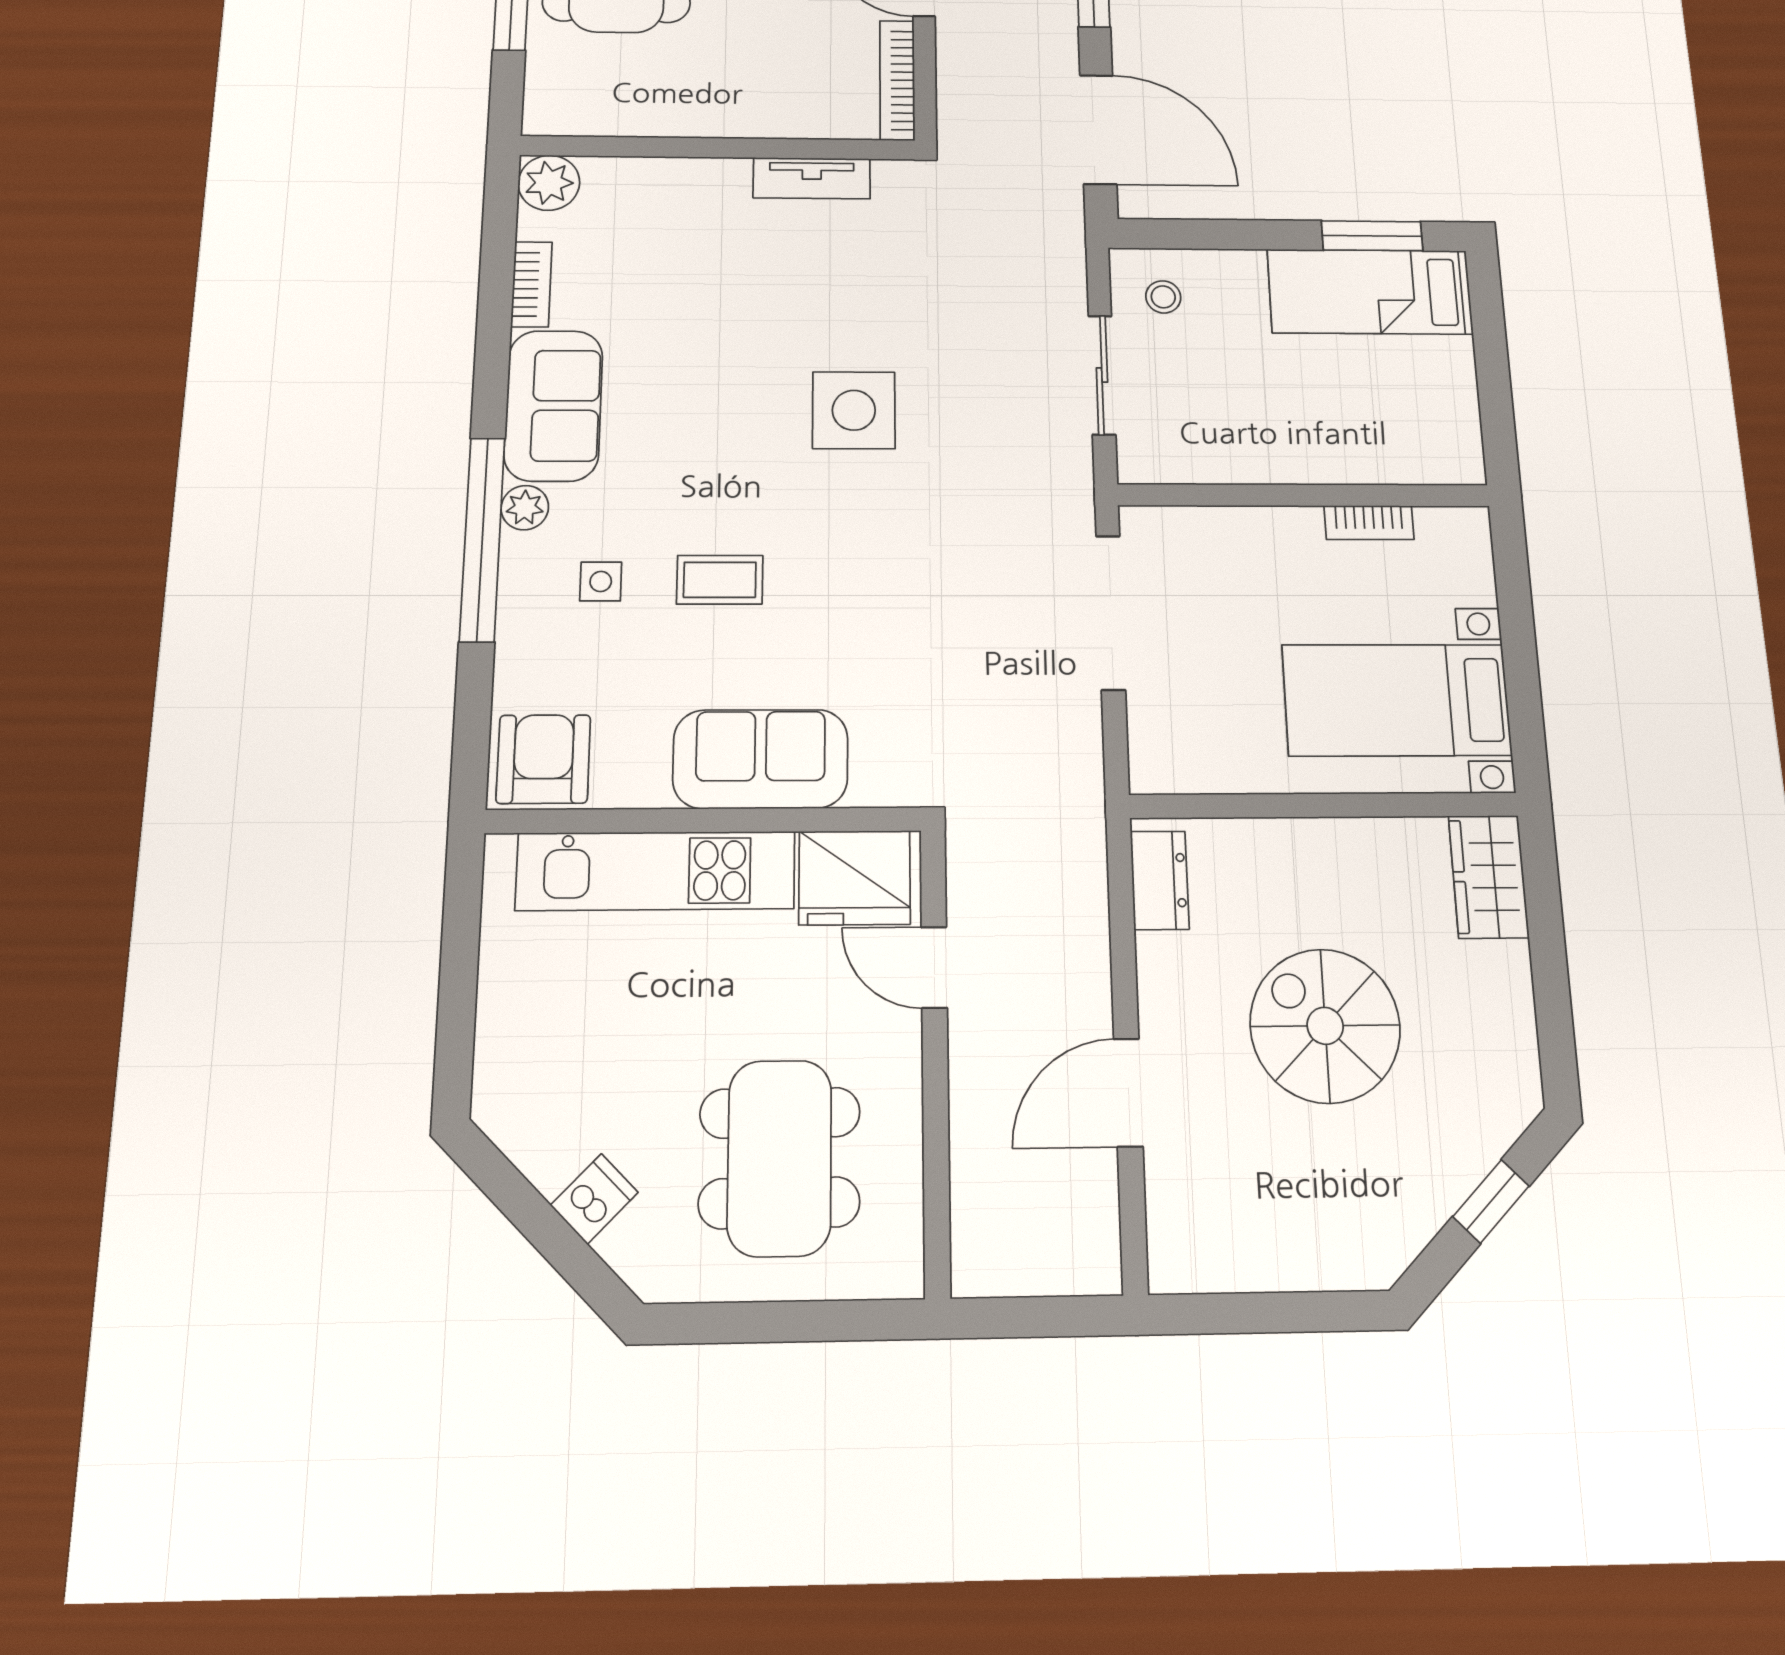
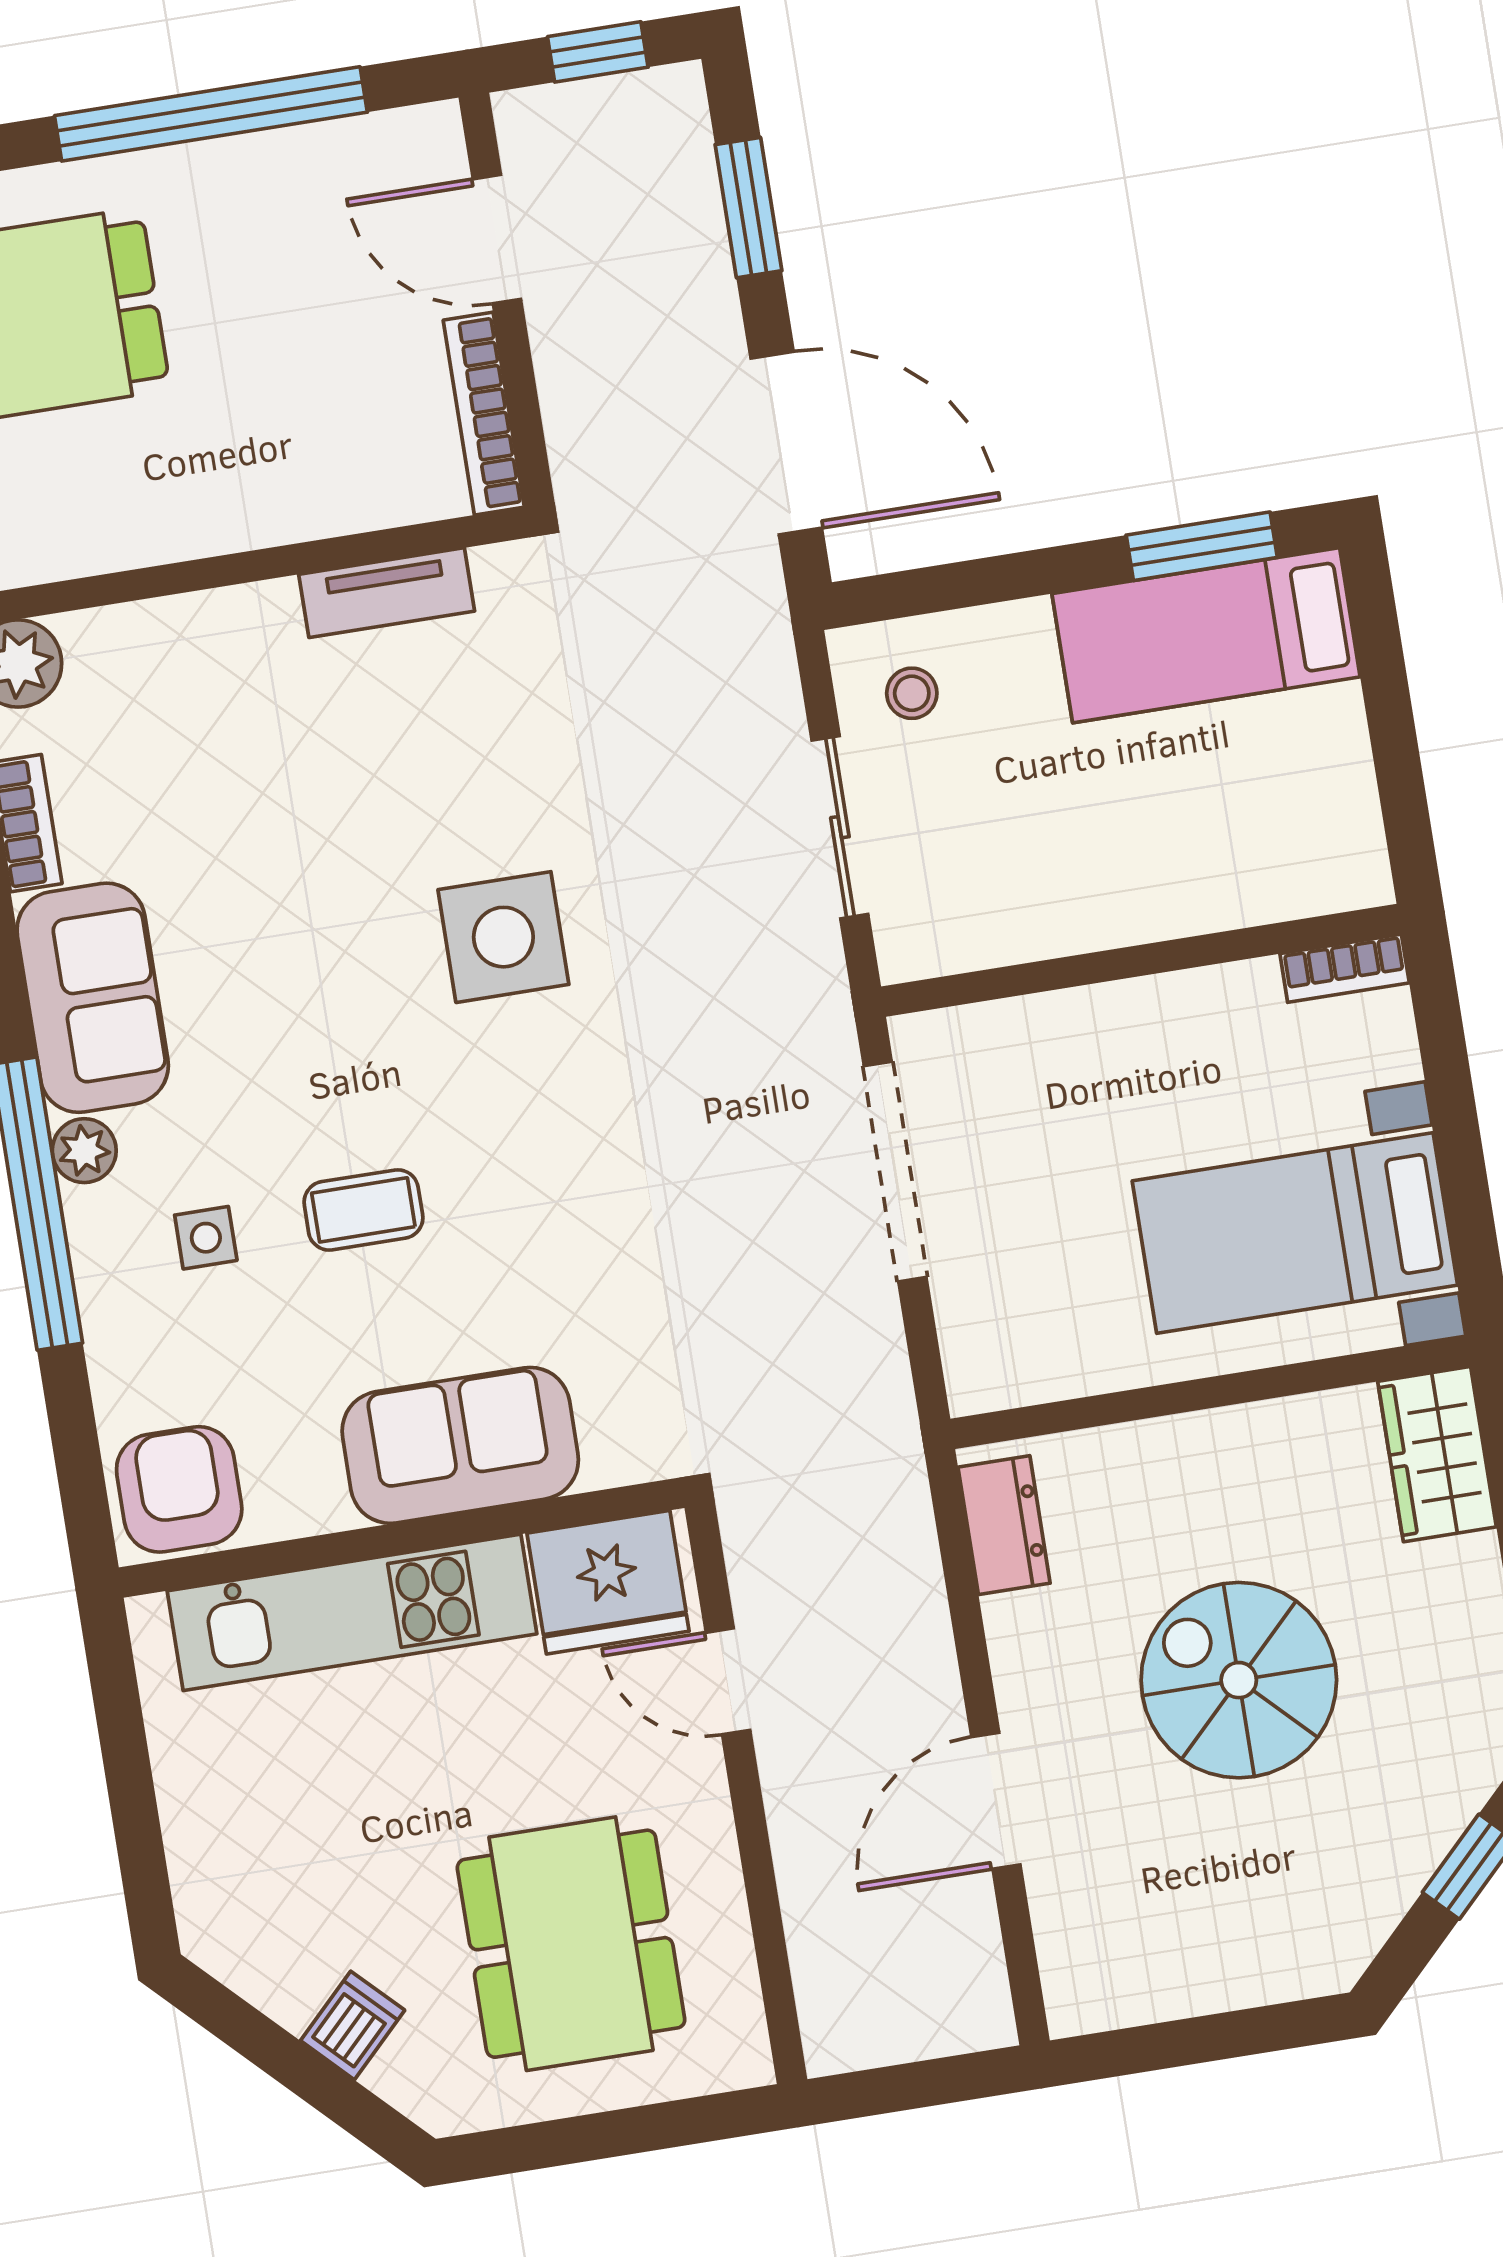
bookcase: (1369, 523) -> (1345, 968), moved

